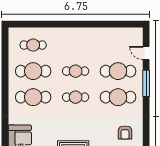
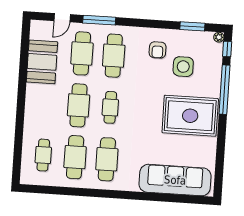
booth: (109, 39) -> (42, 62), added
cafe table: (76, 71) -> (78, 105), width x1.37, depth x1.35
armchair: (125, 133) -> (158, 50), turned 90

